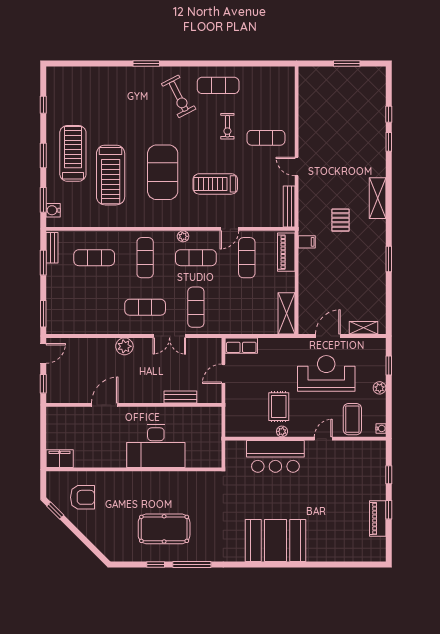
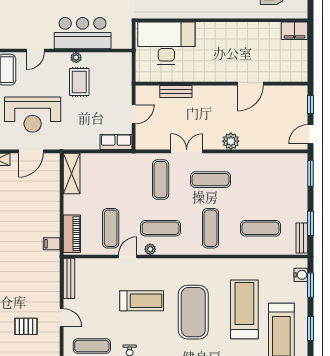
pallet: (340, 220) -> (26, 326), moved, turned 90
plant: (183, 236) -> (150, 249), moved
desk: (156, 446) -> (166, 43), moved

